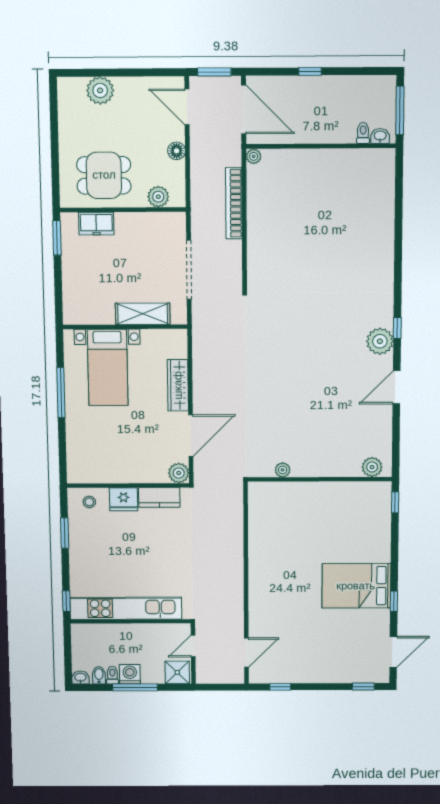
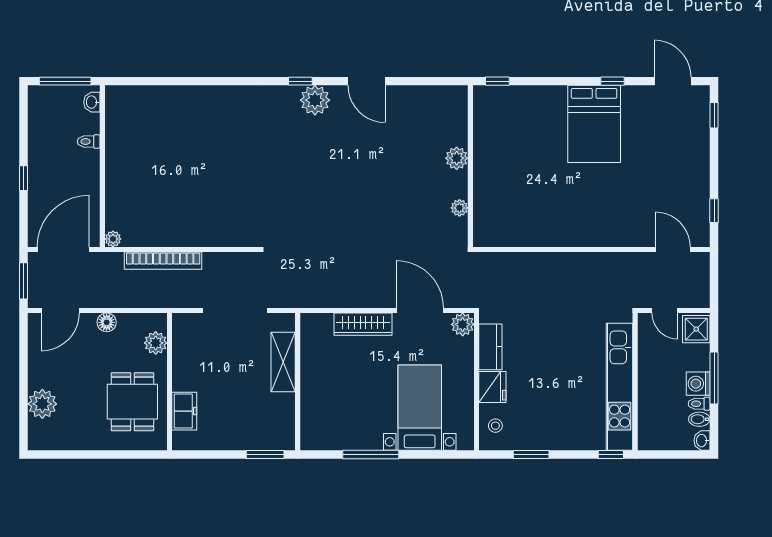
toilet: (363, 133) -> (89, 141), moved
window: (57, 238) -> (265, 454), moved
bed with nightstands: (108, 367) -> (420, 408), moved, turned -90
plant: (372, 467) -> (457, 158), moved

